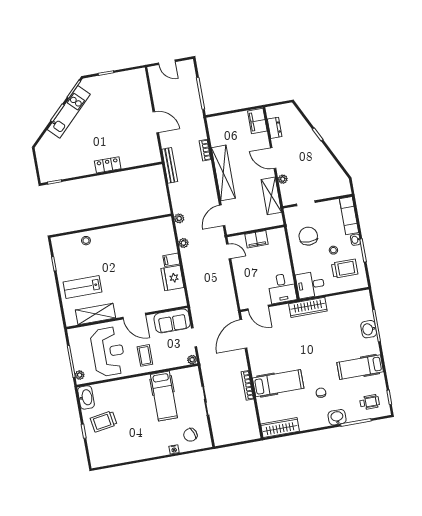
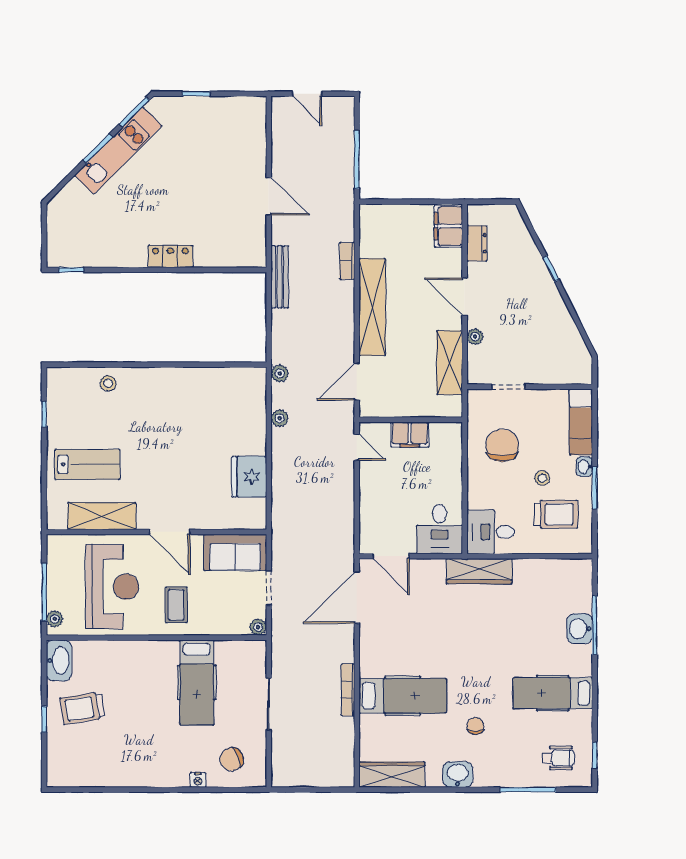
filing cabinet: (171, 260) -> (253, 444), removed
lab bench: (82, 287) -> (87, 464), turned 180
washbasin: (337, 417) -> (458, 775), moved

